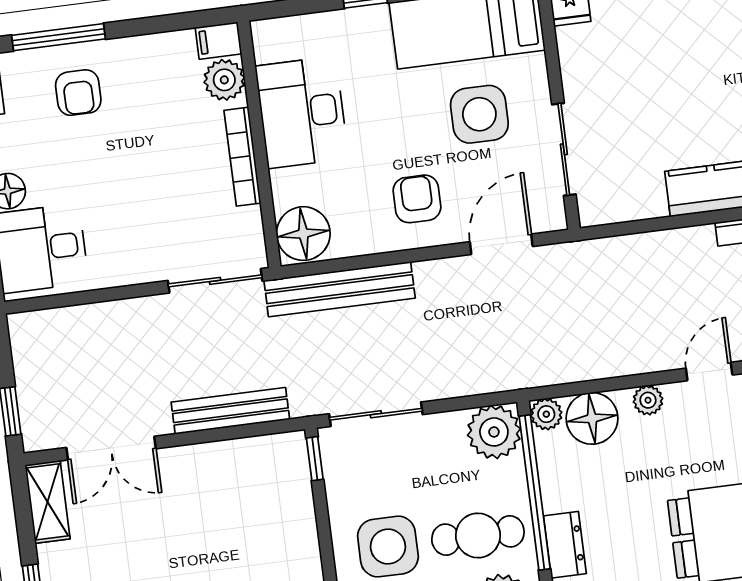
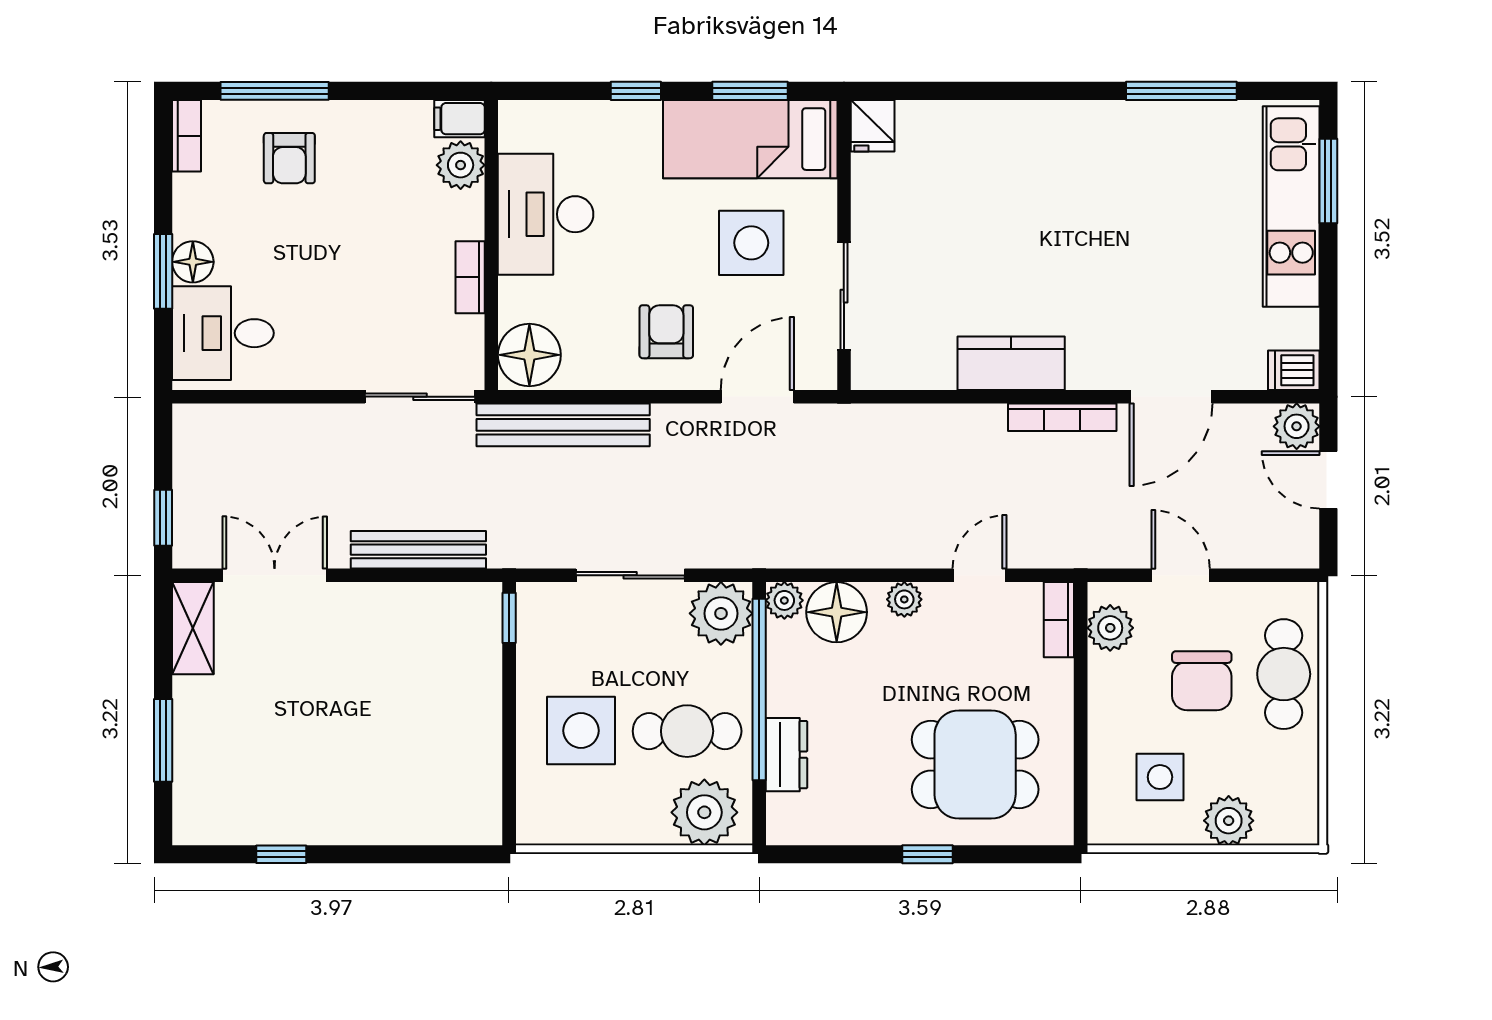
bookcase: (242, 157) -> (470, 277), width x0.64
sliding door: (376, 414) -> (630, 575), moved
double door: (111, 448) -> (275, 575), swing flipped

